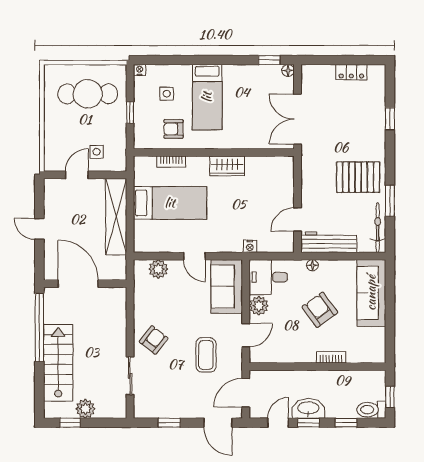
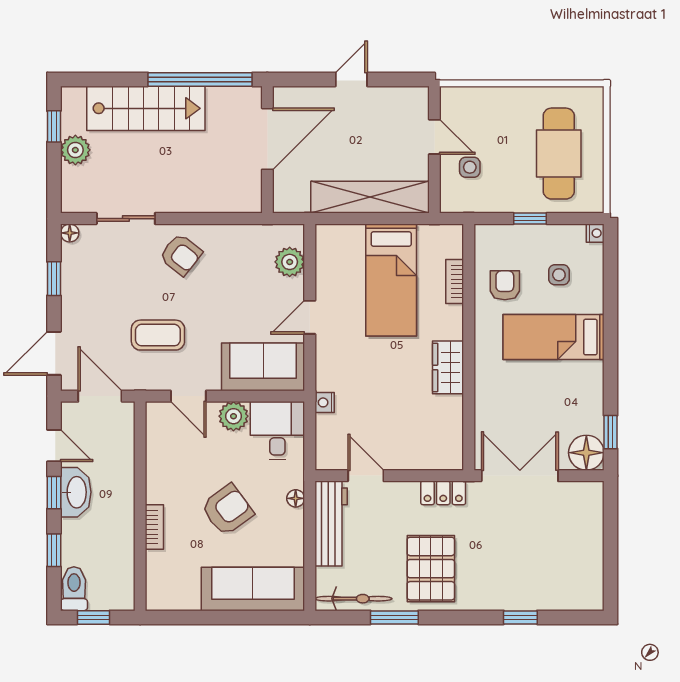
floor lamp: (288, 70) -> (586, 453), width x1.89, depth x1.89
locker: (351, 72) -> (443, 493), moved, turned -90
floor lamp: (139, 412) -> (70, 233), added

